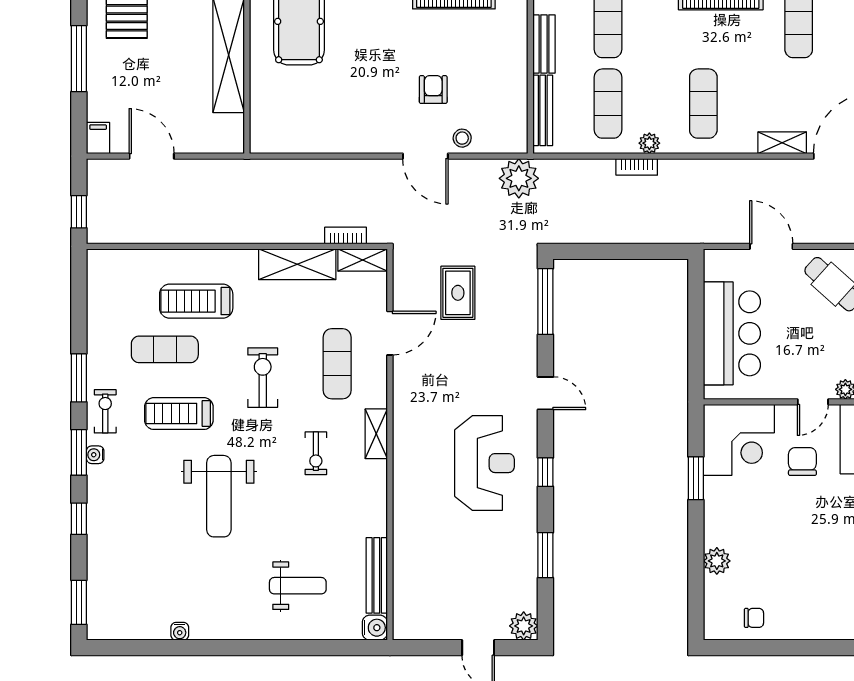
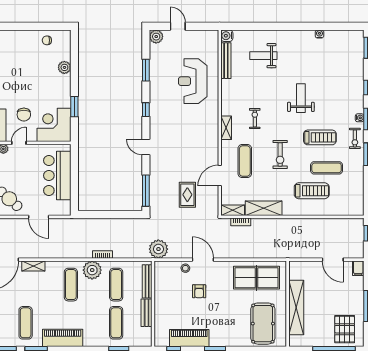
table tennis table: (312, 118) -> (256, 278), added
plant: (649, 143) -> (92, 270), width x1.88, depth x1.88
reception desk: (484, 463) -> (193, 81), moved
weight bench: (219, 496) -> (301, 98), width x0.73, depth x0.75

